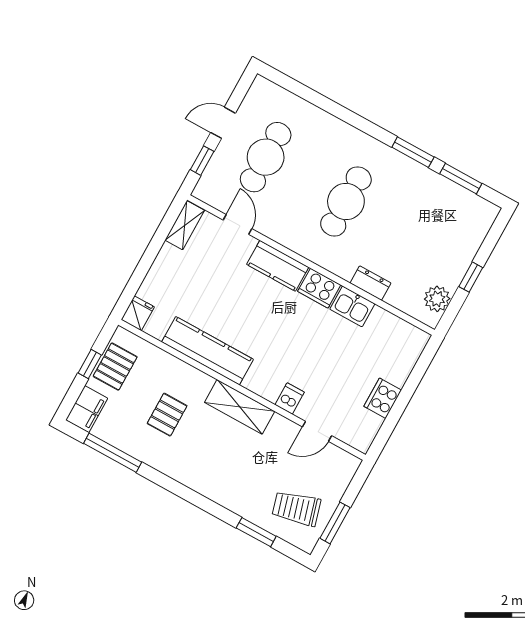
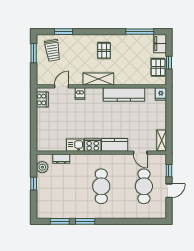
dresser: (370, 283) -> (61, 159), moved
cooker: (383, 398) -> (42, 100), moved
pallet: (167, 415) -> (104, 51), moved
trolley: (296, 508) -> (53, 50), turned 97

